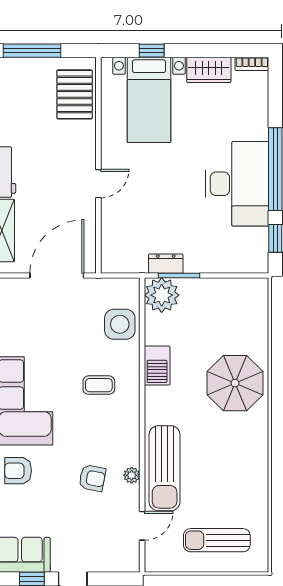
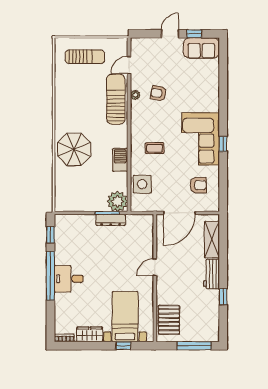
desk: (237, 184) -> (69, 279), width x0.53, depth x0.77
dresser: (166, 264) -> (111, 220), width x1.44
armchair: (18, 471) -> (198, 185), moved

